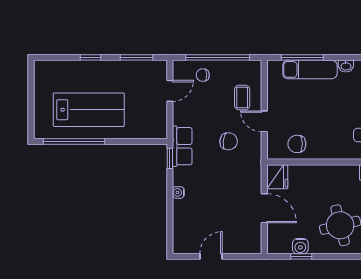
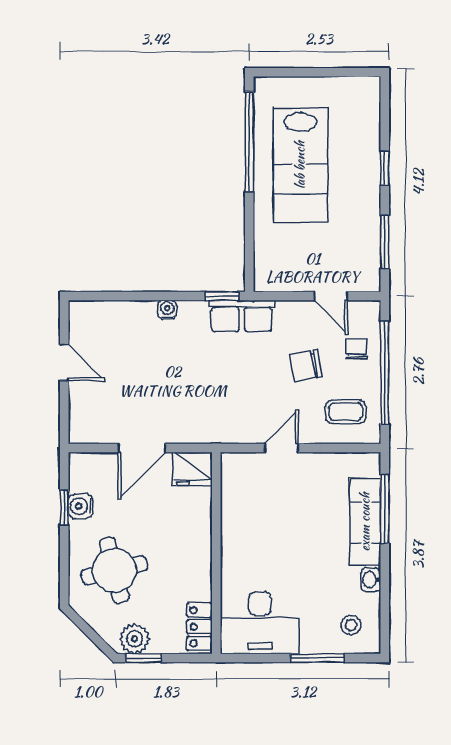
coffee table: (242, 98) -> (346, 412), moved
chair: (229, 141) -> (306, 366), moved, turned 71
chair: (297, 144) -> (245, 501), removed

